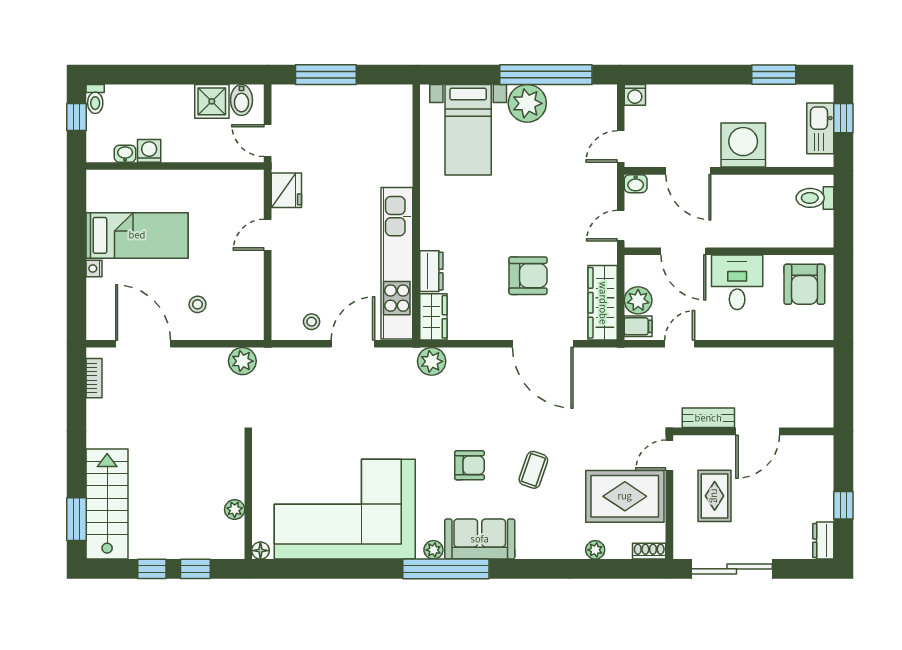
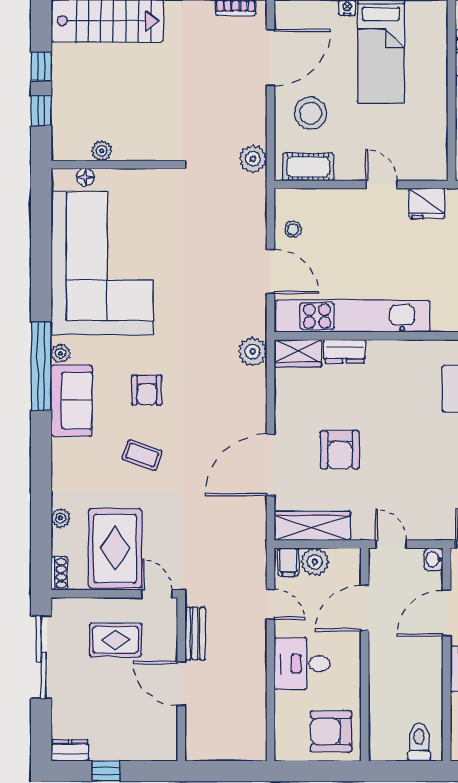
desk: (737, 282) -> (302, 664), moved, turned 180
stool: (198, 304) -> (311, 113), width x1.89, depth x1.89
cot: (250, 307) -> (308, 167), added
floor lamp: (260, 551) -> (85, 177), moved

